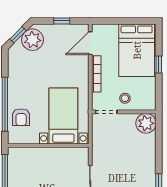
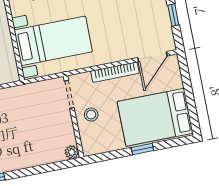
door: (90, 43) -> (152, 57), swing flipped
plant: (146, 123) -> (72, 152), width x0.53, depth x0.53

